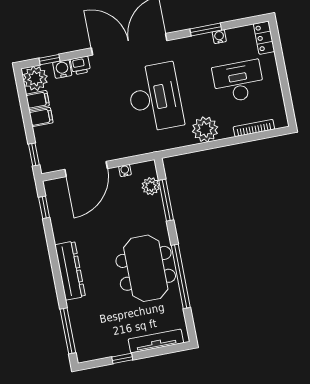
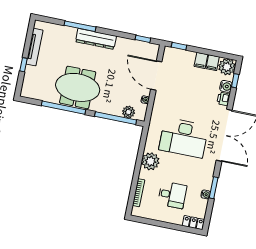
desk: (238, 81) -> (172, 195), width x0.73
window: (166, 200) -> (116, 118), width x1.46
window: (68, 331) -> (80, 26), moved
tv unit: (156, 341) -> (35, 47), moved
window: (122, 358) -> (23, 65), moved

